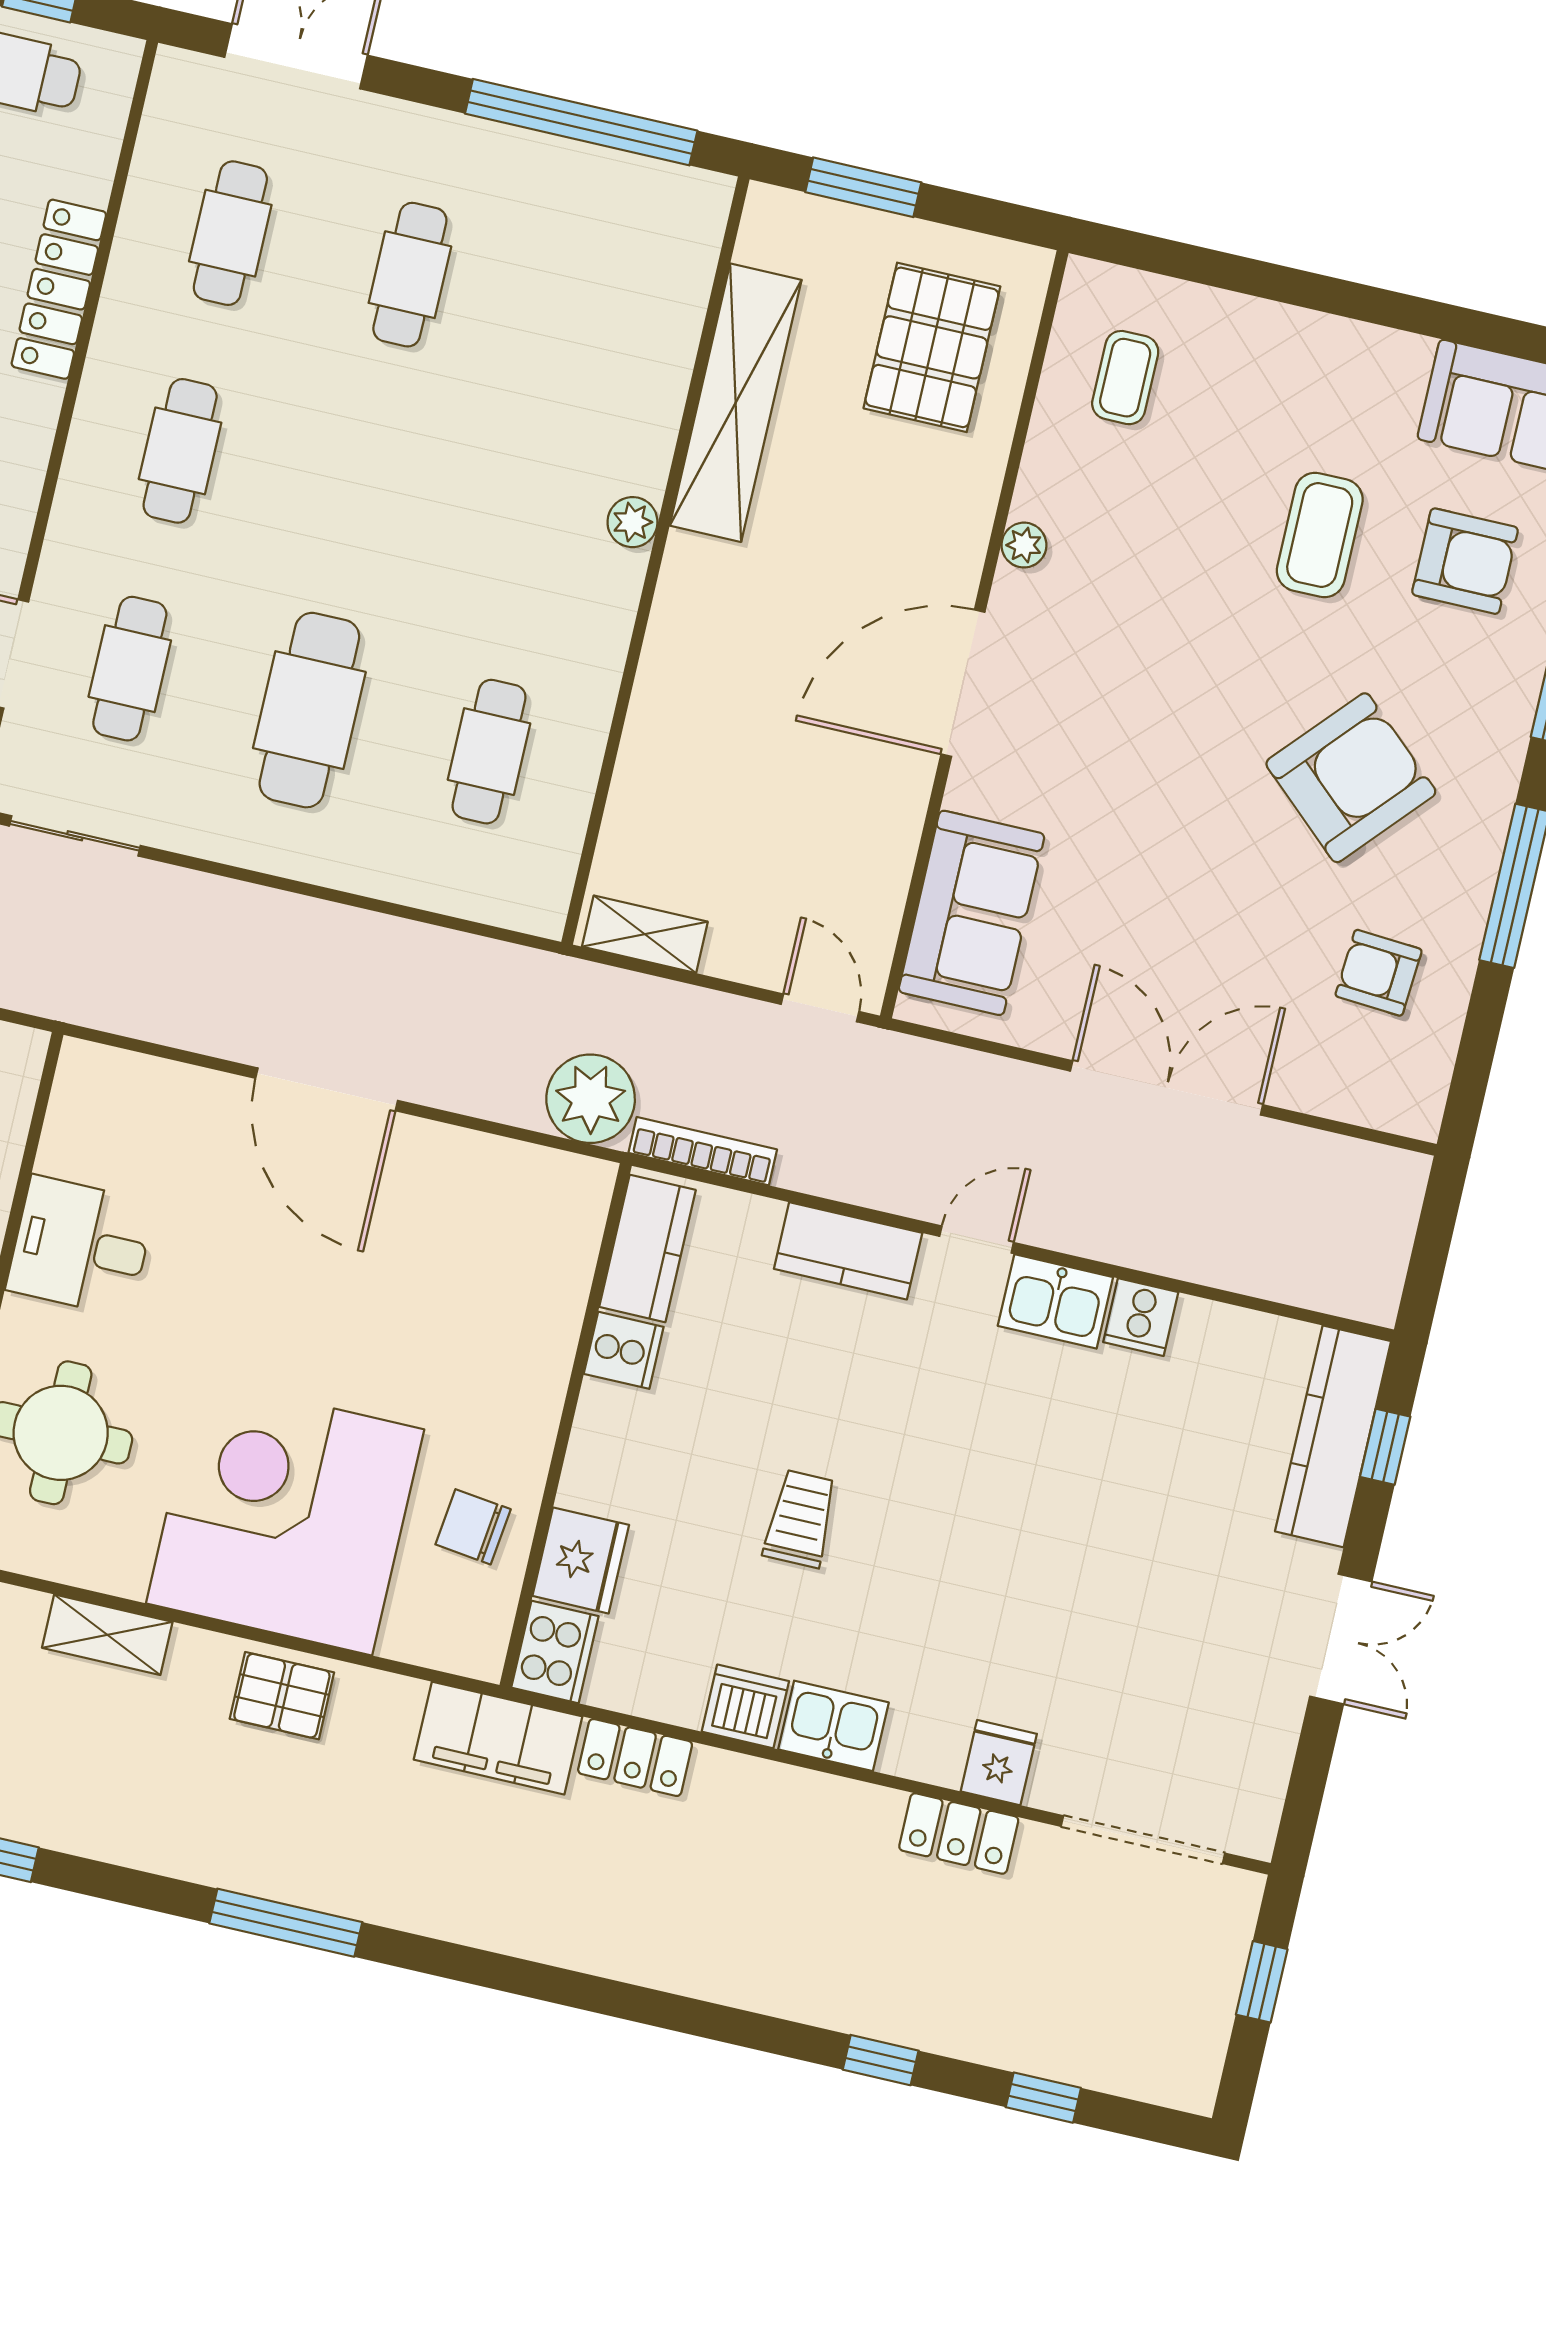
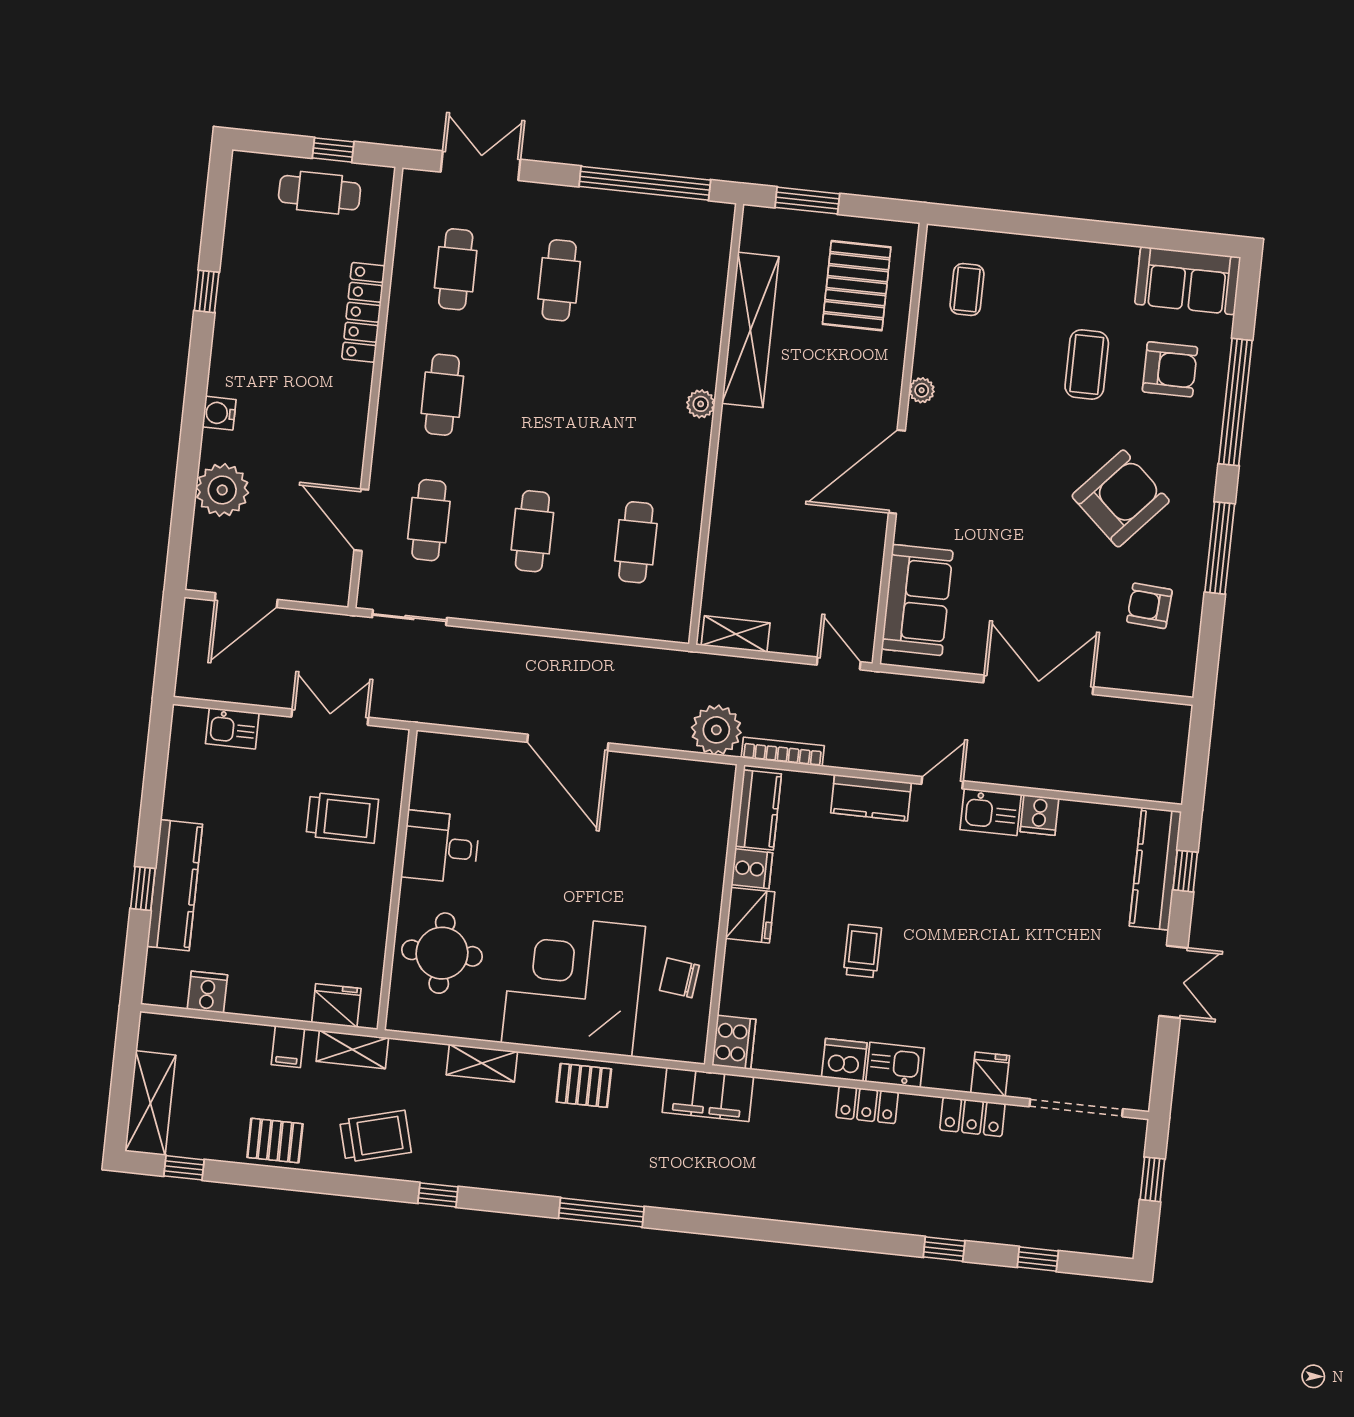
cafe table: (309, 710) -> (532, 531), width x0.73, depth x0.74
fridge: (581, 1560) -> (750, 915), moved
locker: (635, 1757) -> (867, 1105), moved

